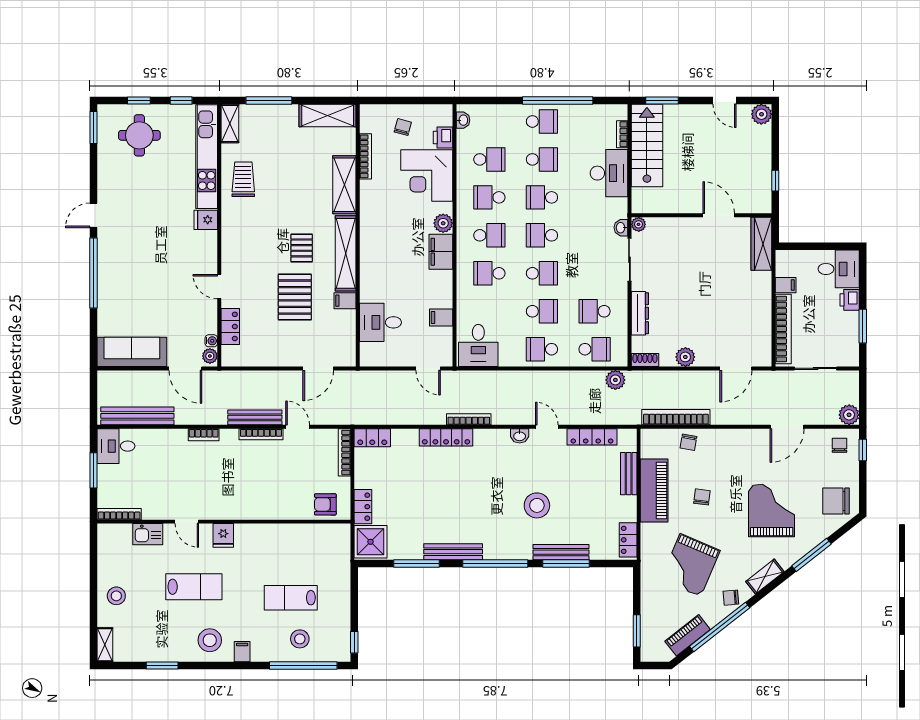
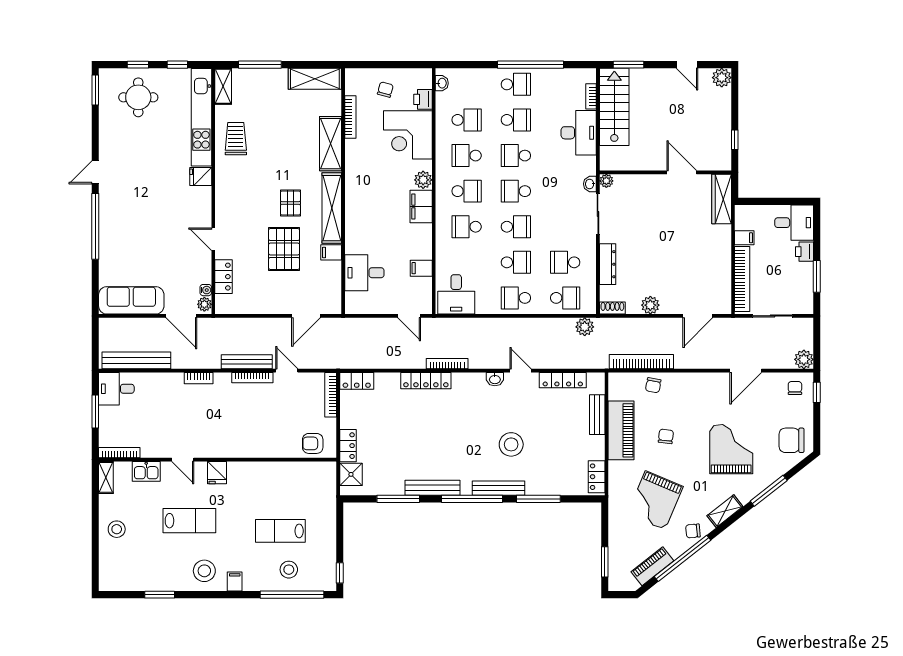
shower: (370, 542) -> (351, 474), width x0.73, depth x0.73
bench: (561, 552) -> (498, 488), moved
shelving: (105, 645) -> (106, 477), moved

